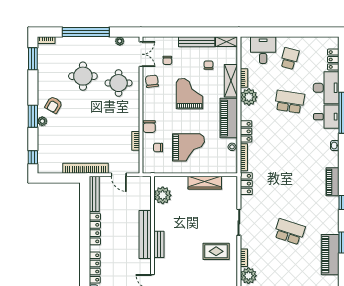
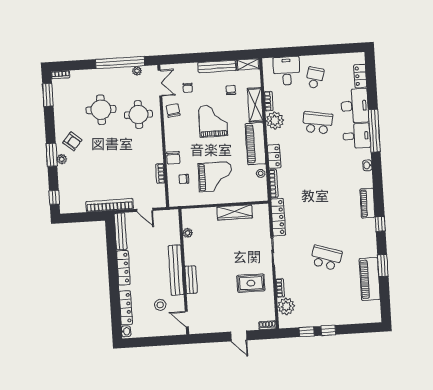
window: (86, 32) -> (120, 63), moved
armchair: (54, 105) -> (72, 141), turned -80
locker: (246, 184) -> (278, 217), width x1.53
plant: (163, 195) -> (188, 233), width x0.53, depth x0.53
stool: (128, 267) -> (160, 305), added

